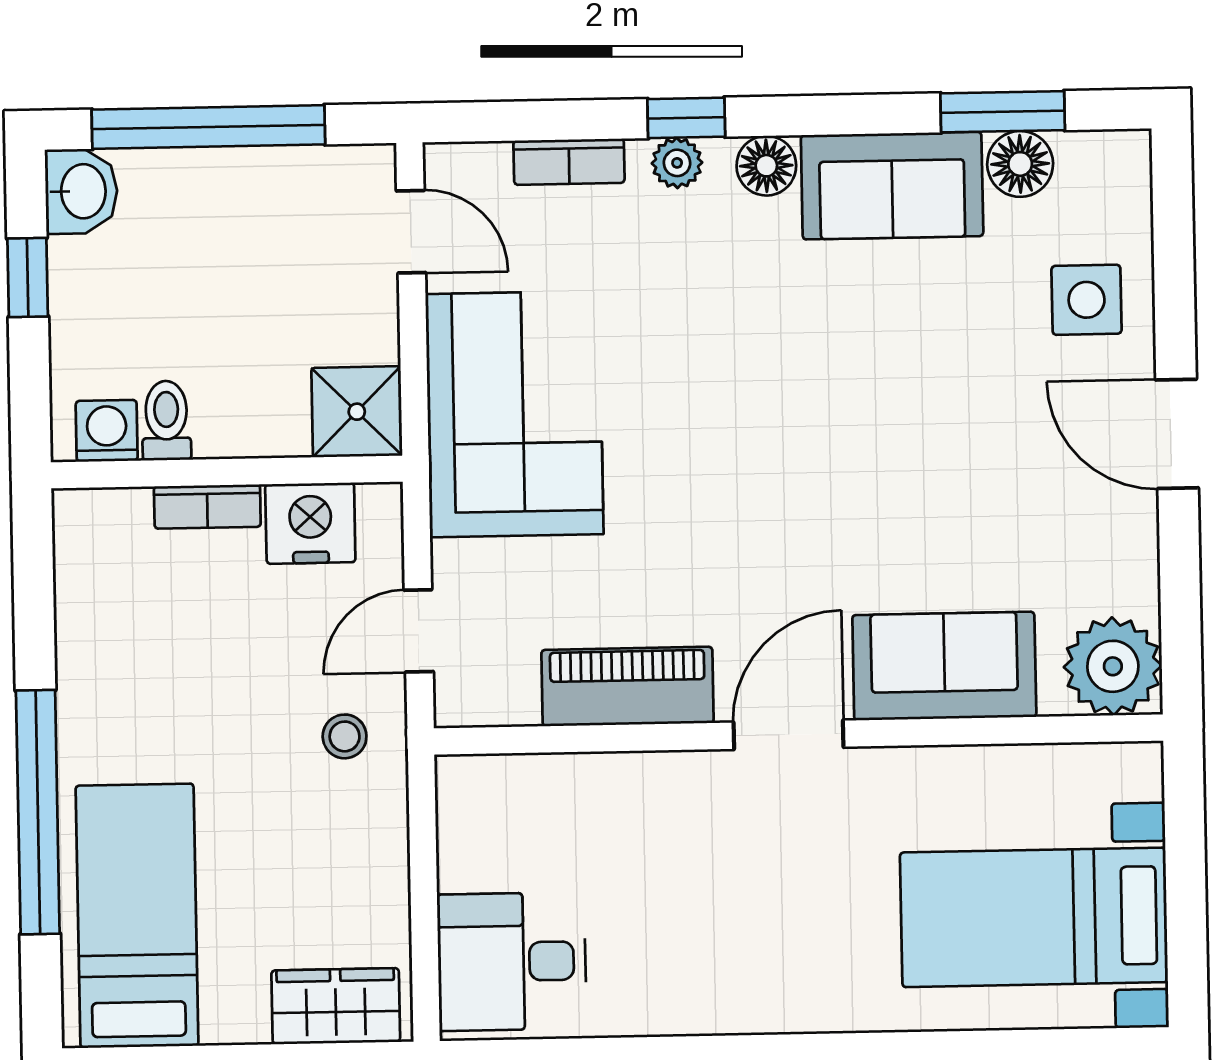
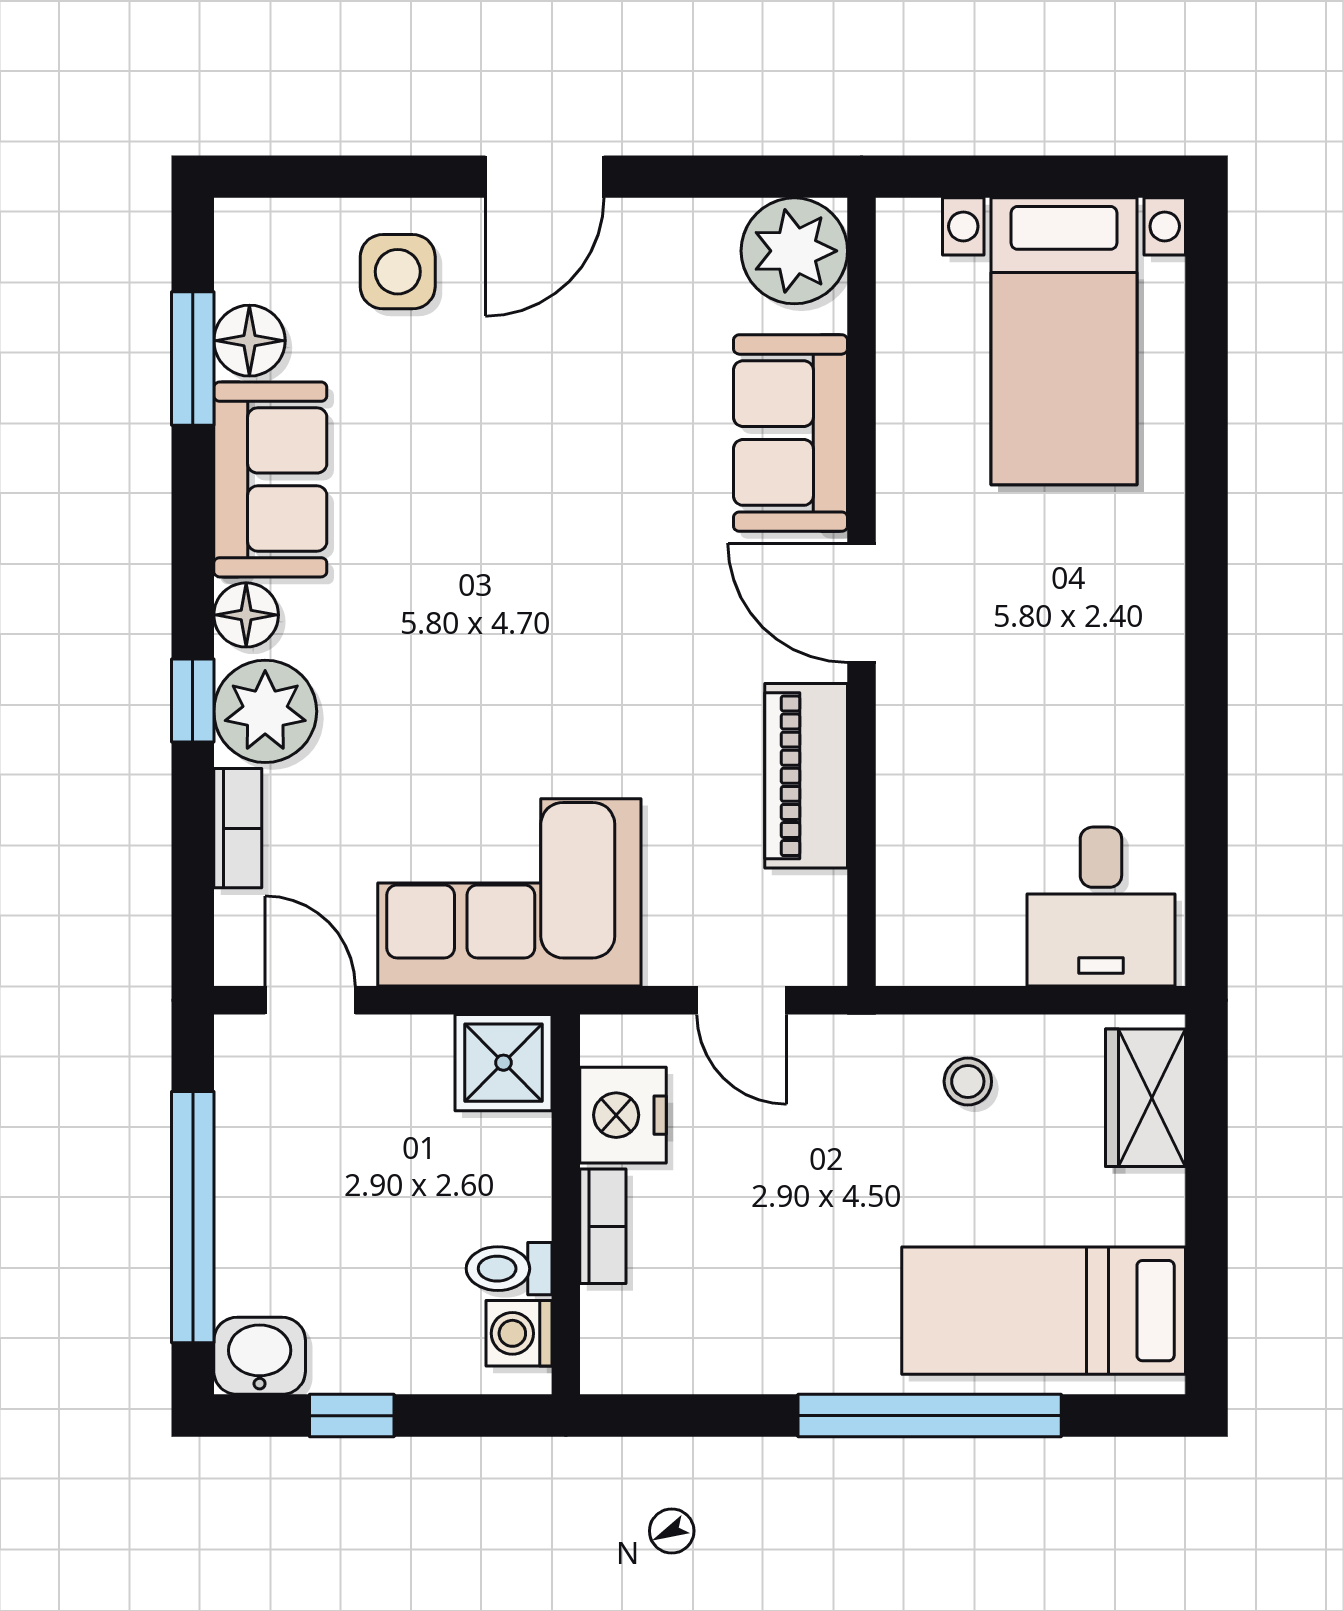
plant: (677, 163) -> (265, 711), width x1.88, depth x1.88
door: (411, 232) -> (310, 1000), hinge flipped
stool: (345, 736) -> (968, 1081), moved

